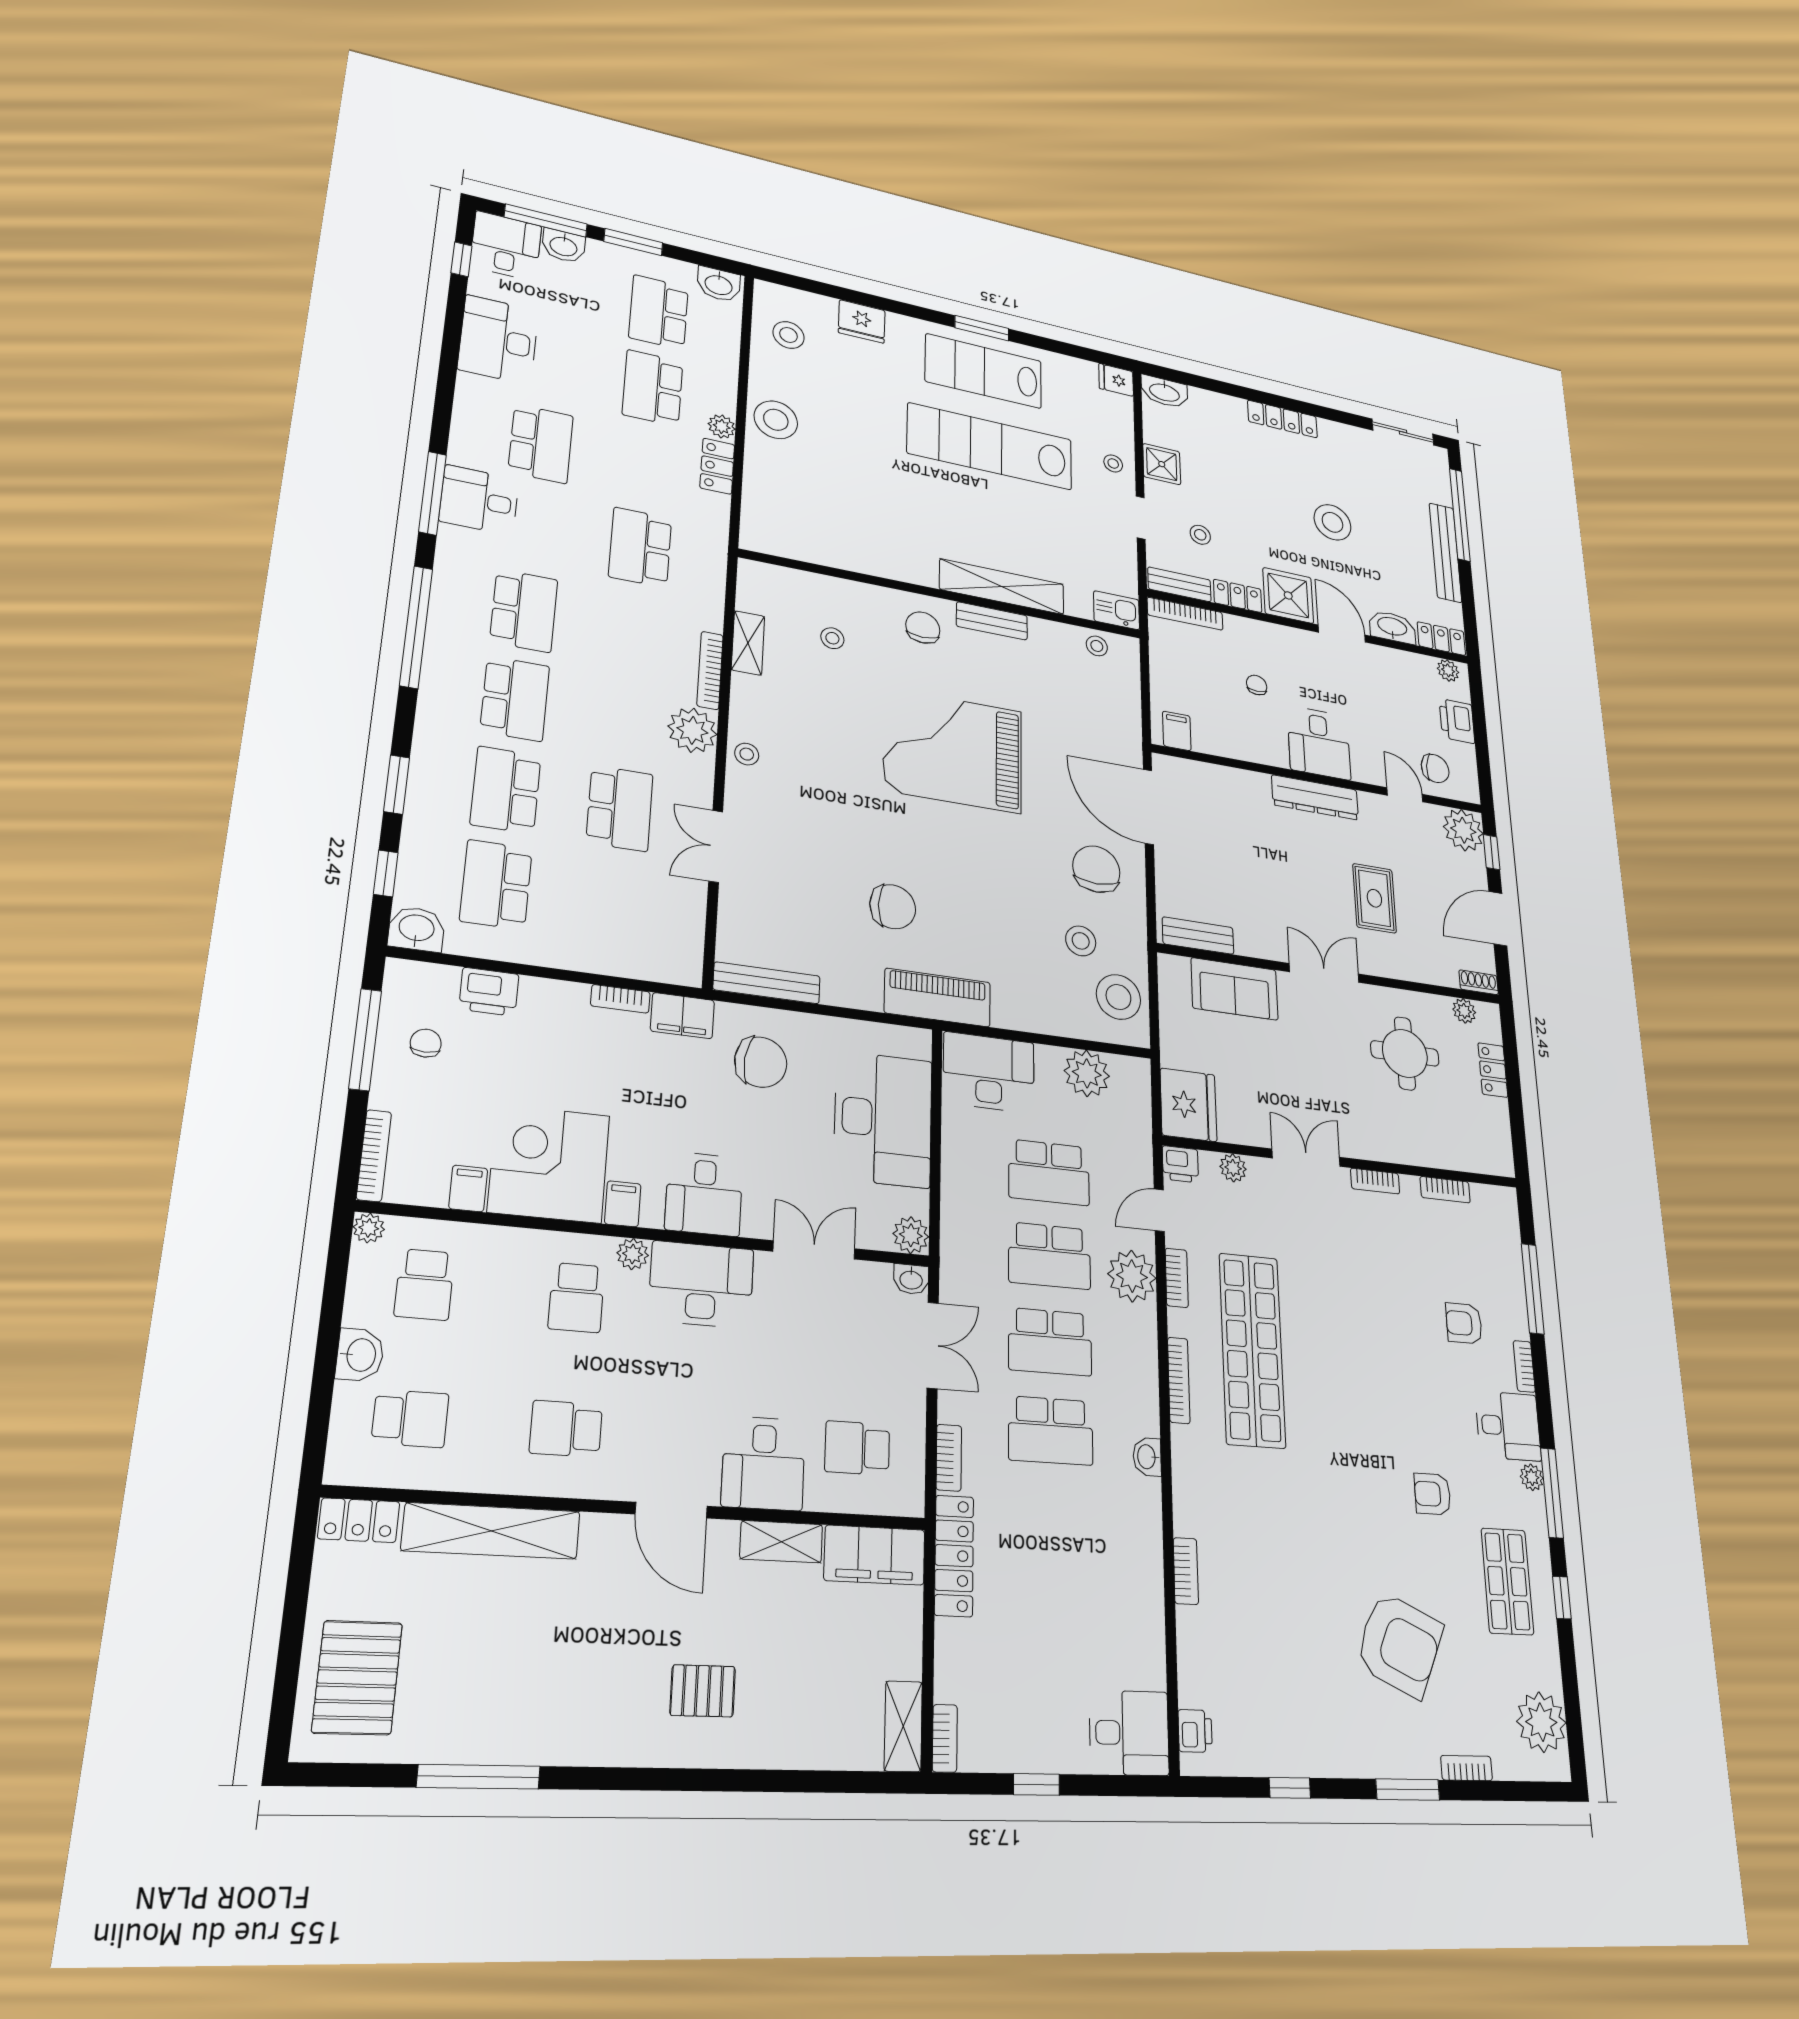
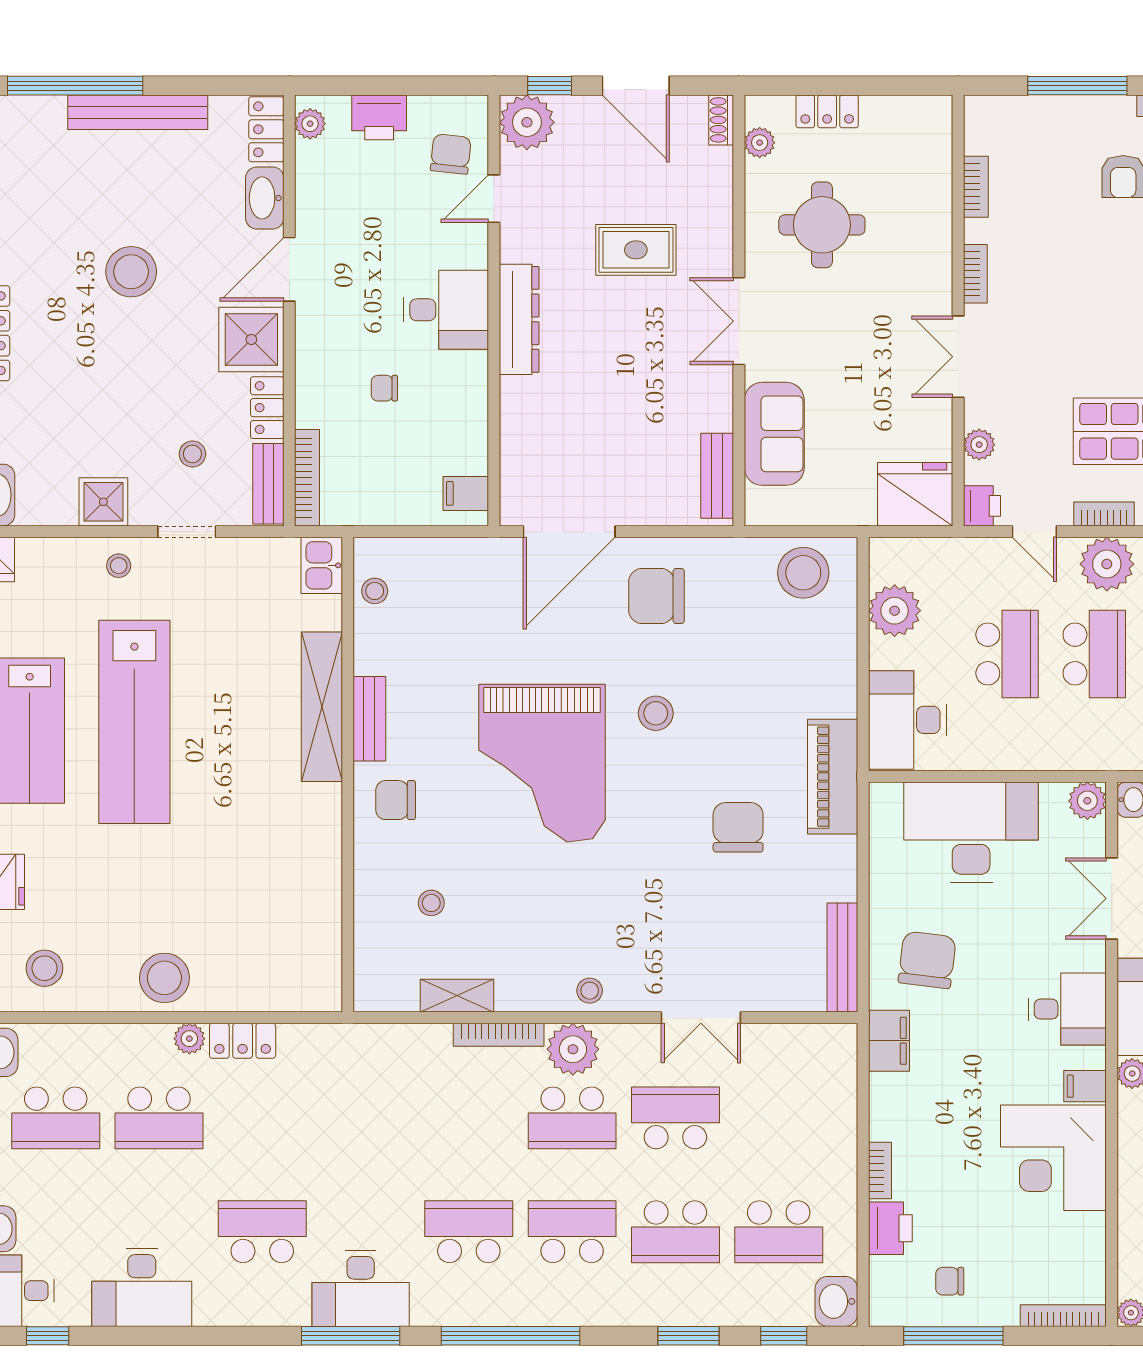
desk: (479, 500) -> (361, 1288), width x1.37
school desk: (640, 547) -> (572, 1118), moved
stool: (1081, 941) -> (656, 713), moved
bookcase: (620, 999) -> (880, 1171), moved
filing cabinet: (468, 1188) -> (1085, 1229), removed

